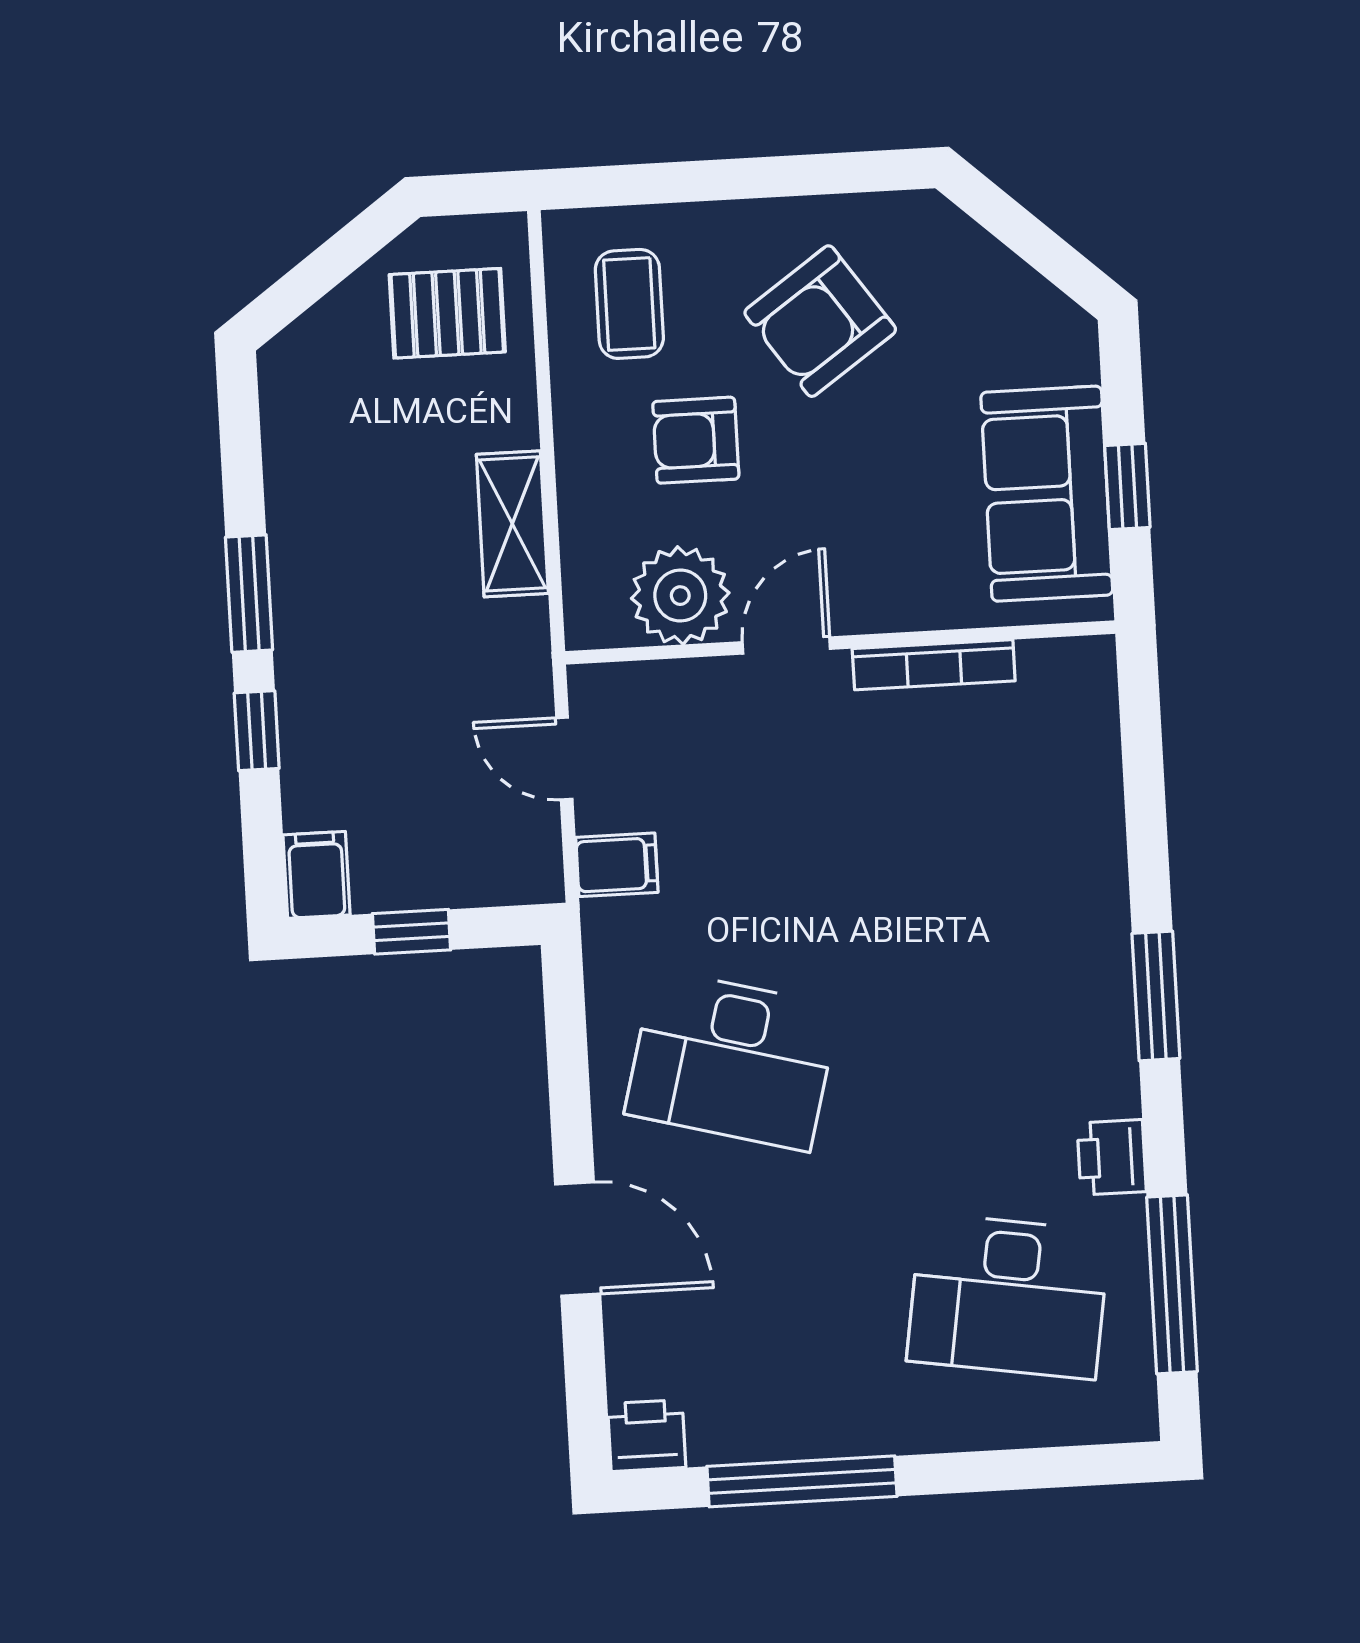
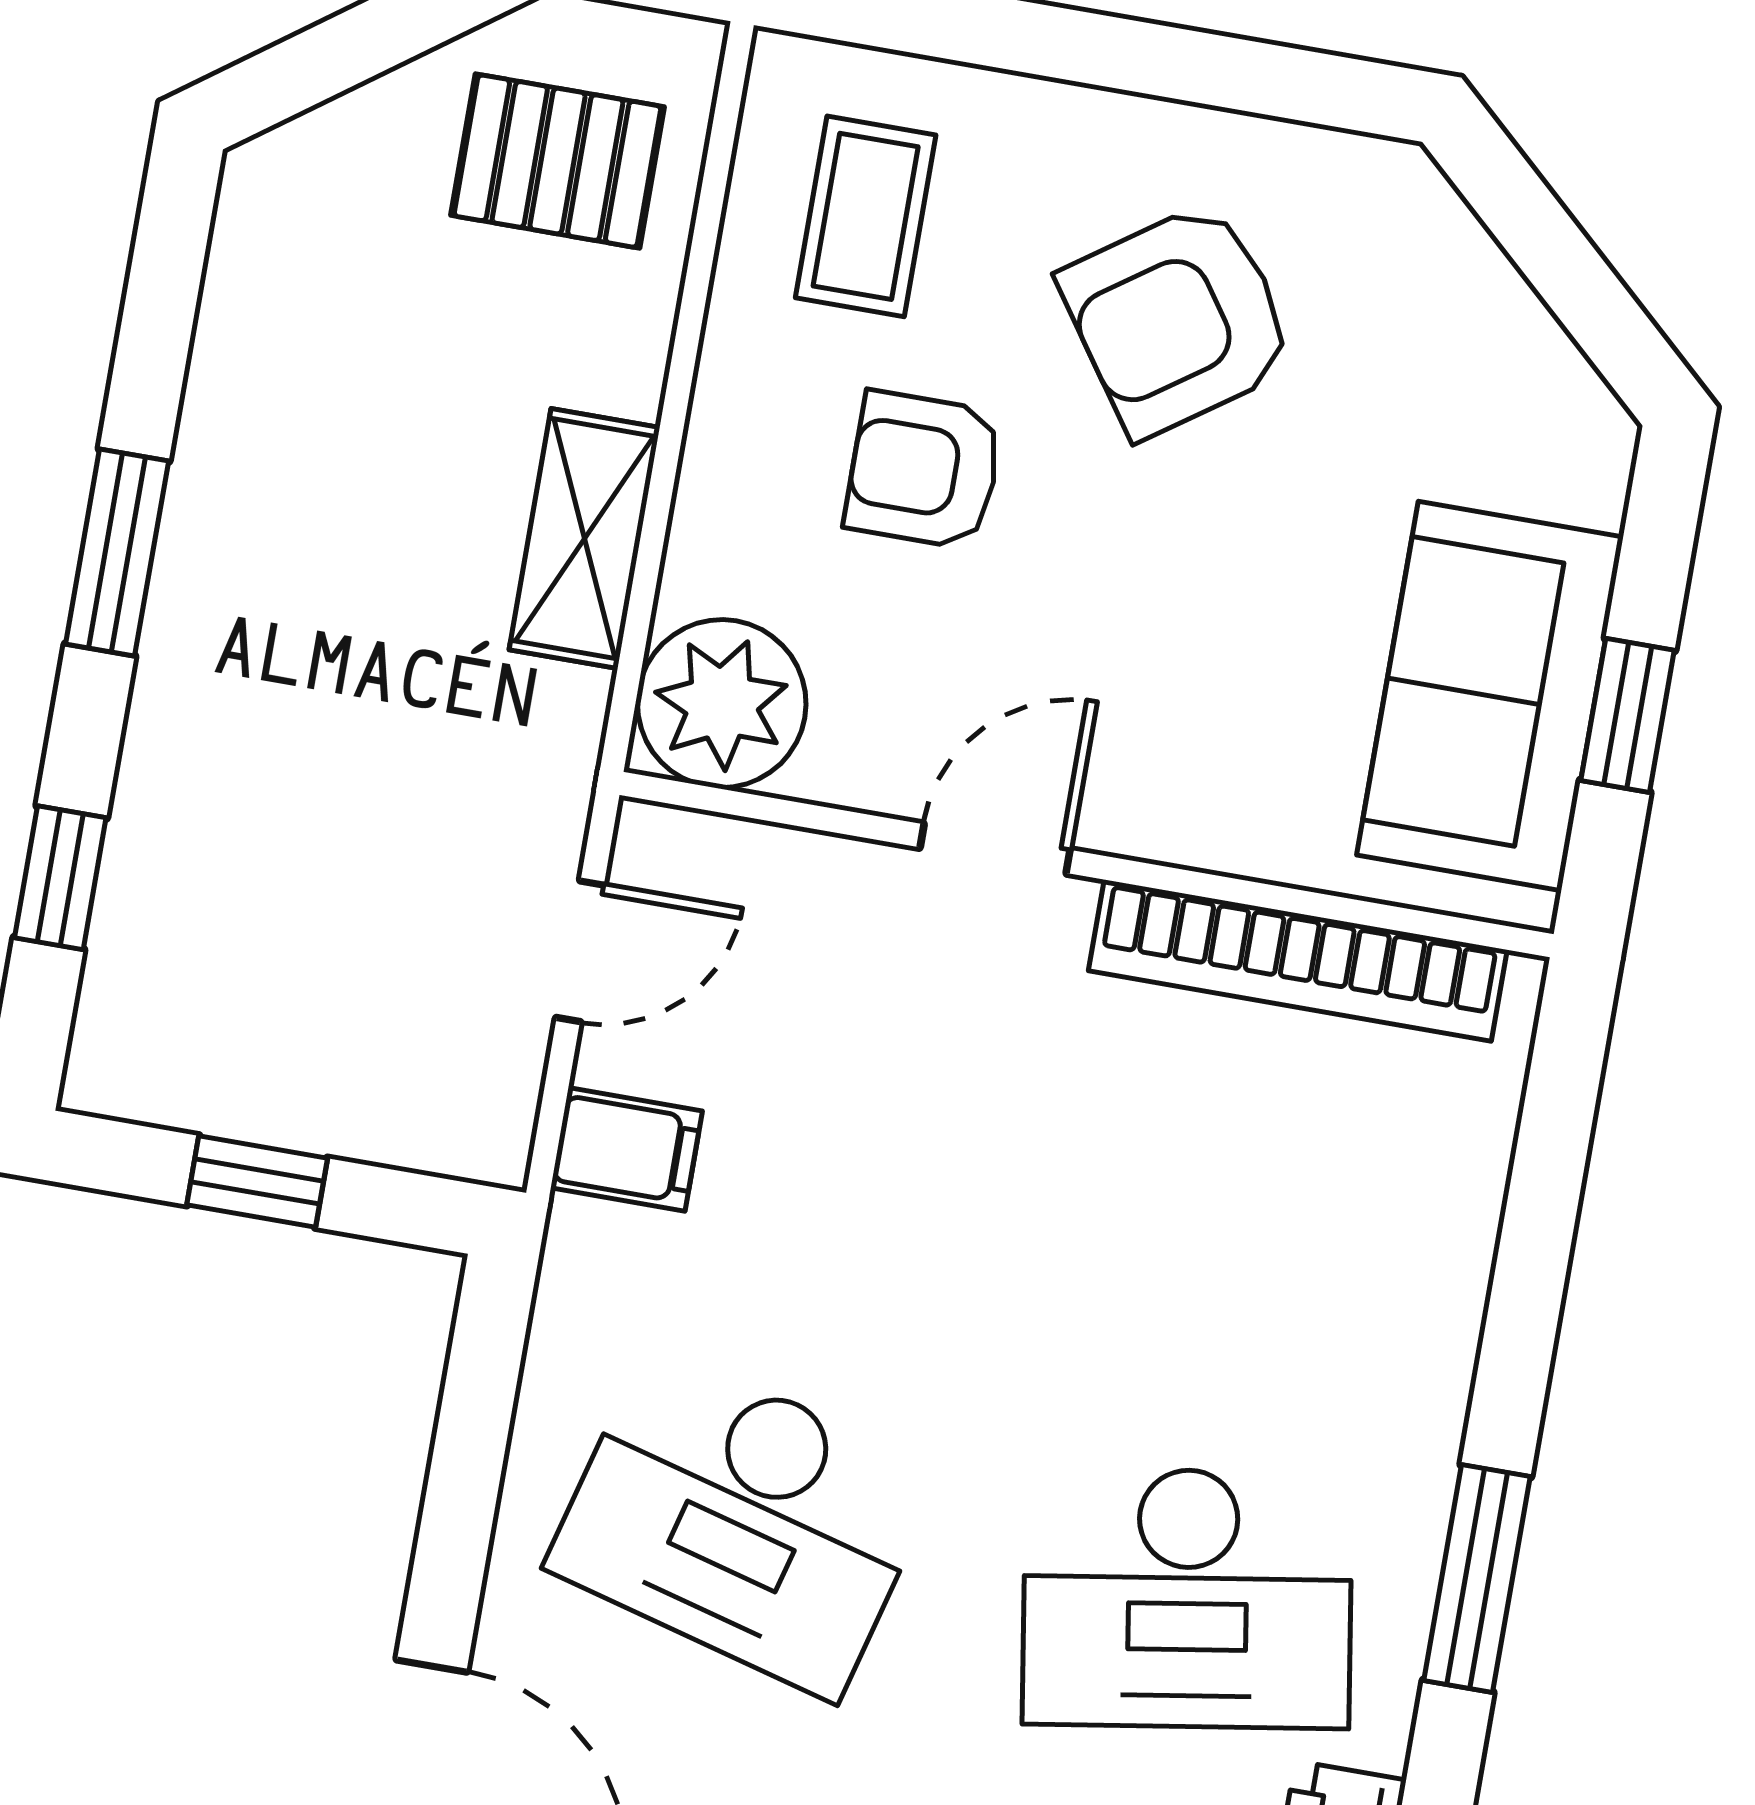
plant: (680, 596) -> (722, 704), moved
bookcase: (934, 665) -> (1298, 960), width x1.48, depth x1.31
window: (257, 731) -> (60, 878), moved
door: (564, 758) -> (580, 951), swing flipped
filing cabinet: (317, 875) -> (120, 1049), removed
desk: (994, 1045) -> (1187, 1598), added

